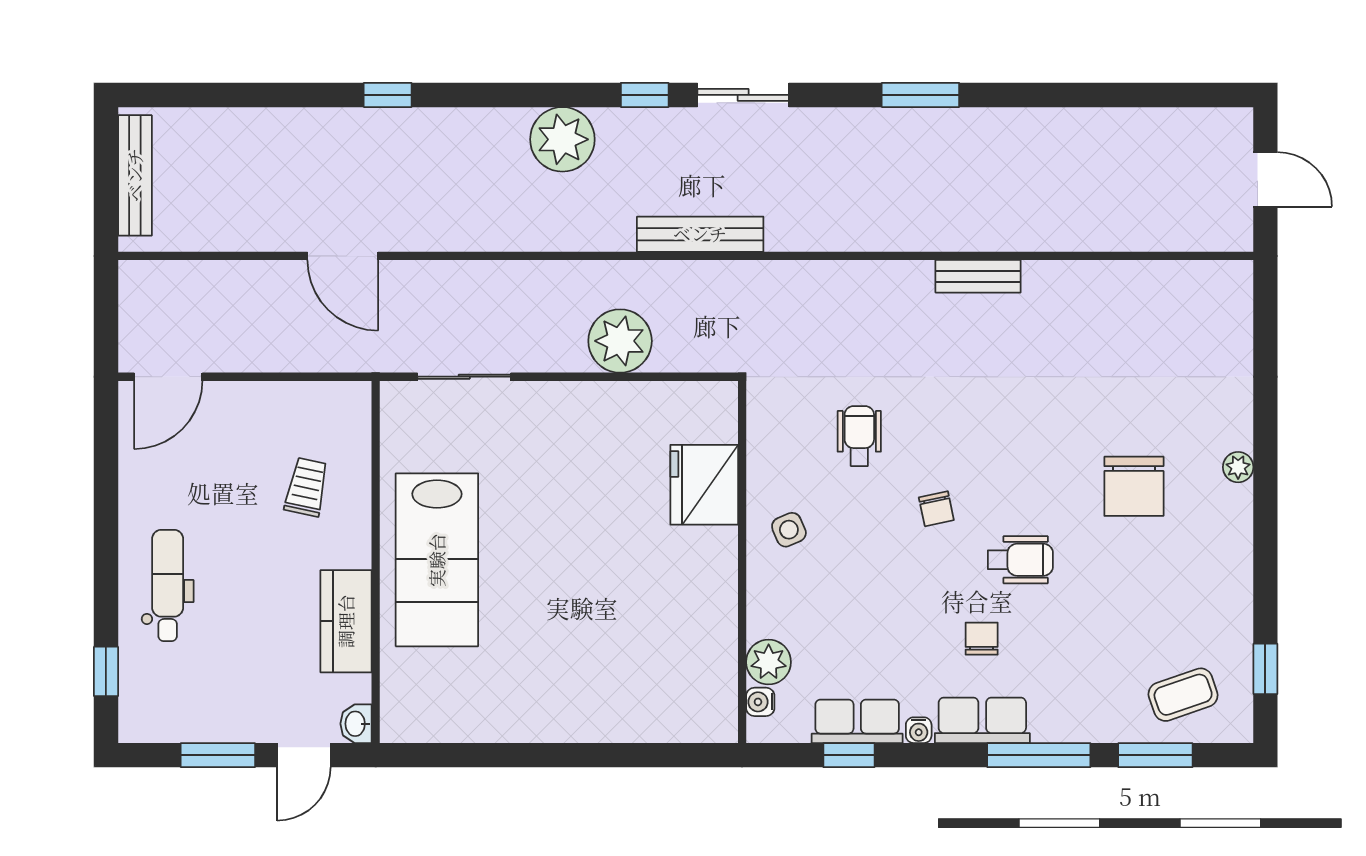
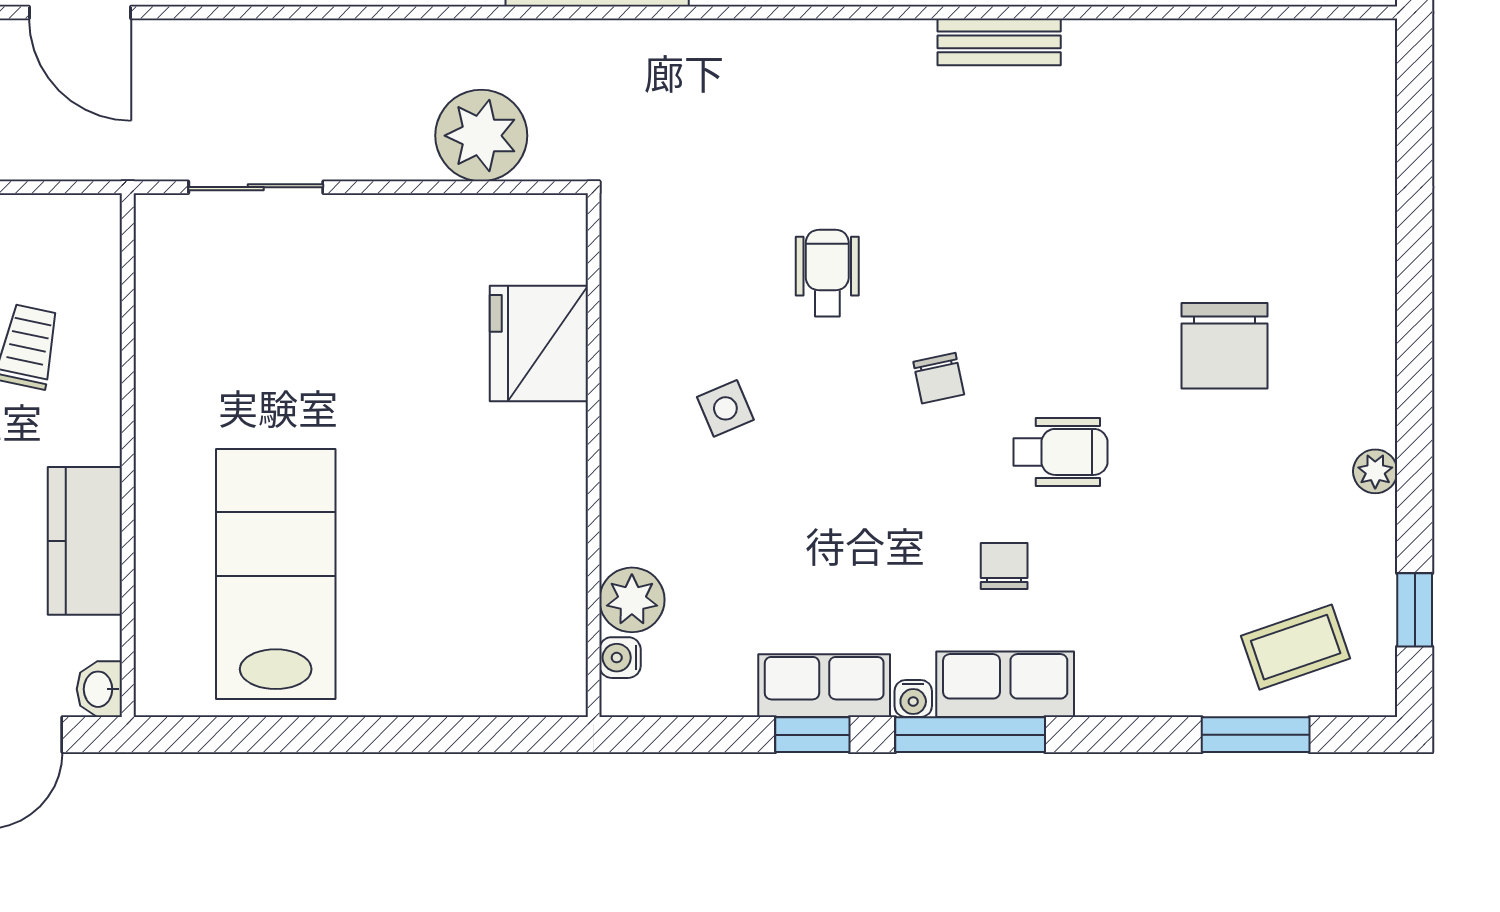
plant: (1238, 467) -> (1375, 471), moved
fridge: (704, 485) -> (539, 343), moved
lab bench: (437, 560) -> (276, 574), moved, turned 180
wall: (742, 562) -> (594, 455), moved
plant: (769, 662) -> (632, 600), moved
water cooler: (760, 702) -> (620, 658), moved
window: (1039, 755) -> (970, 735), moved

